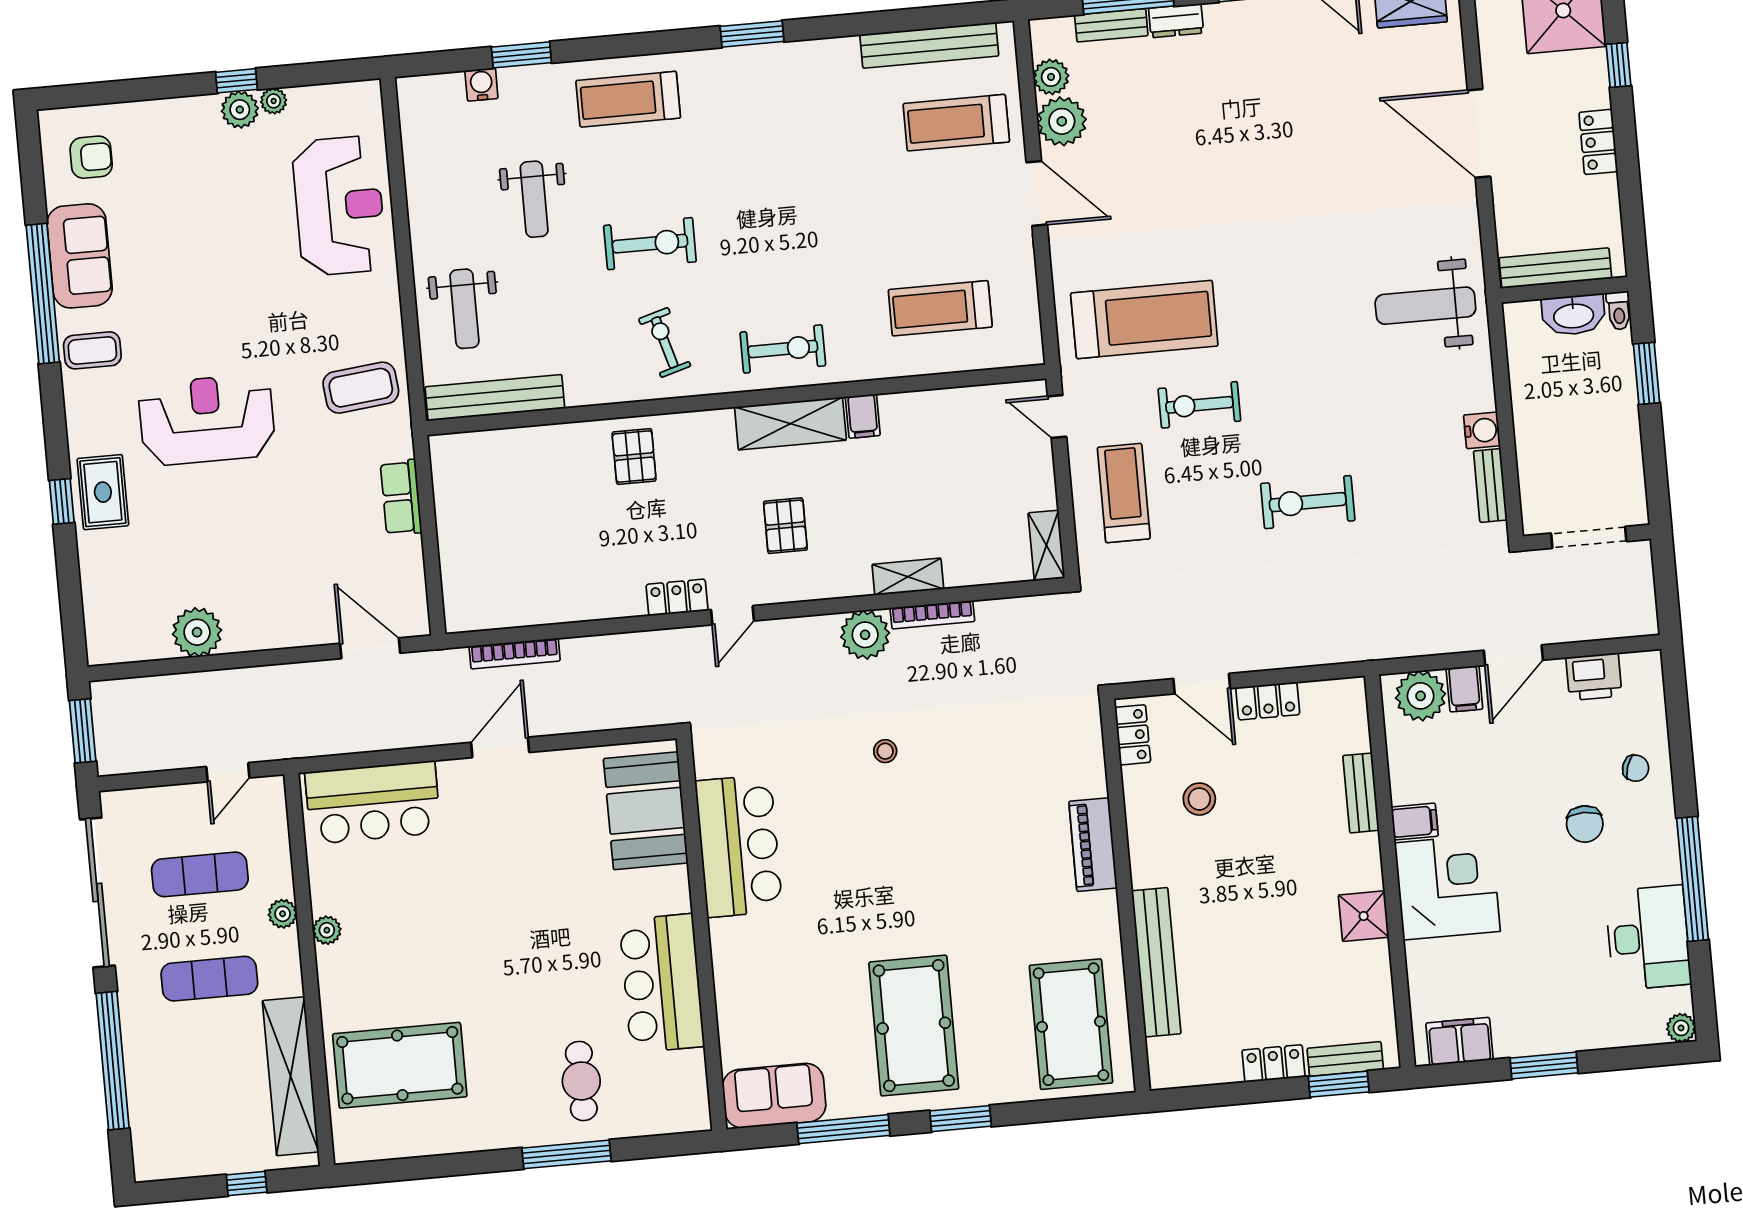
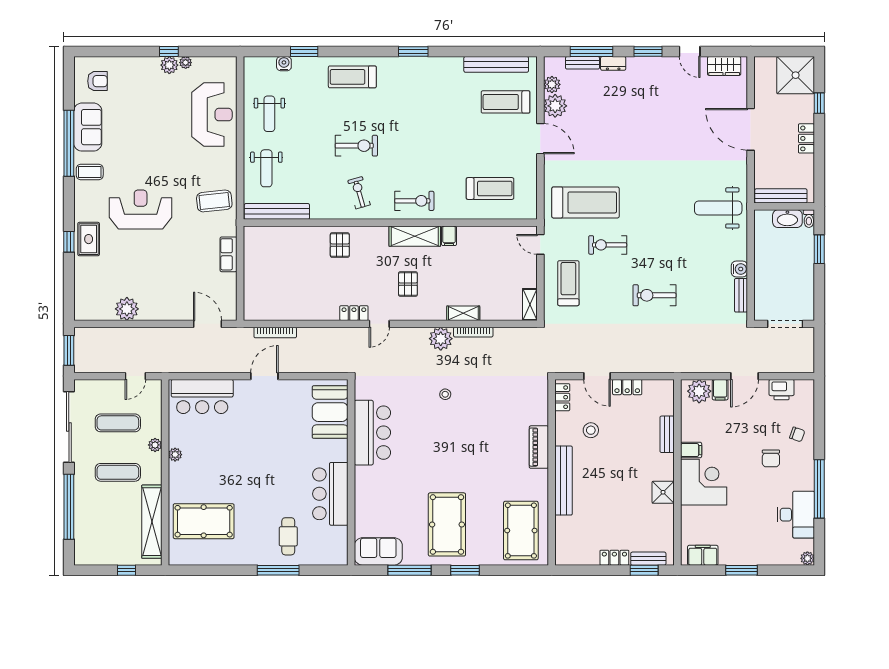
weight bench: (534, 199) -> (269, 114), moved
treadmill: (940, 308) -> (490, 188), turned 180
bench: (1156, 962) -> (564, 481), moved

